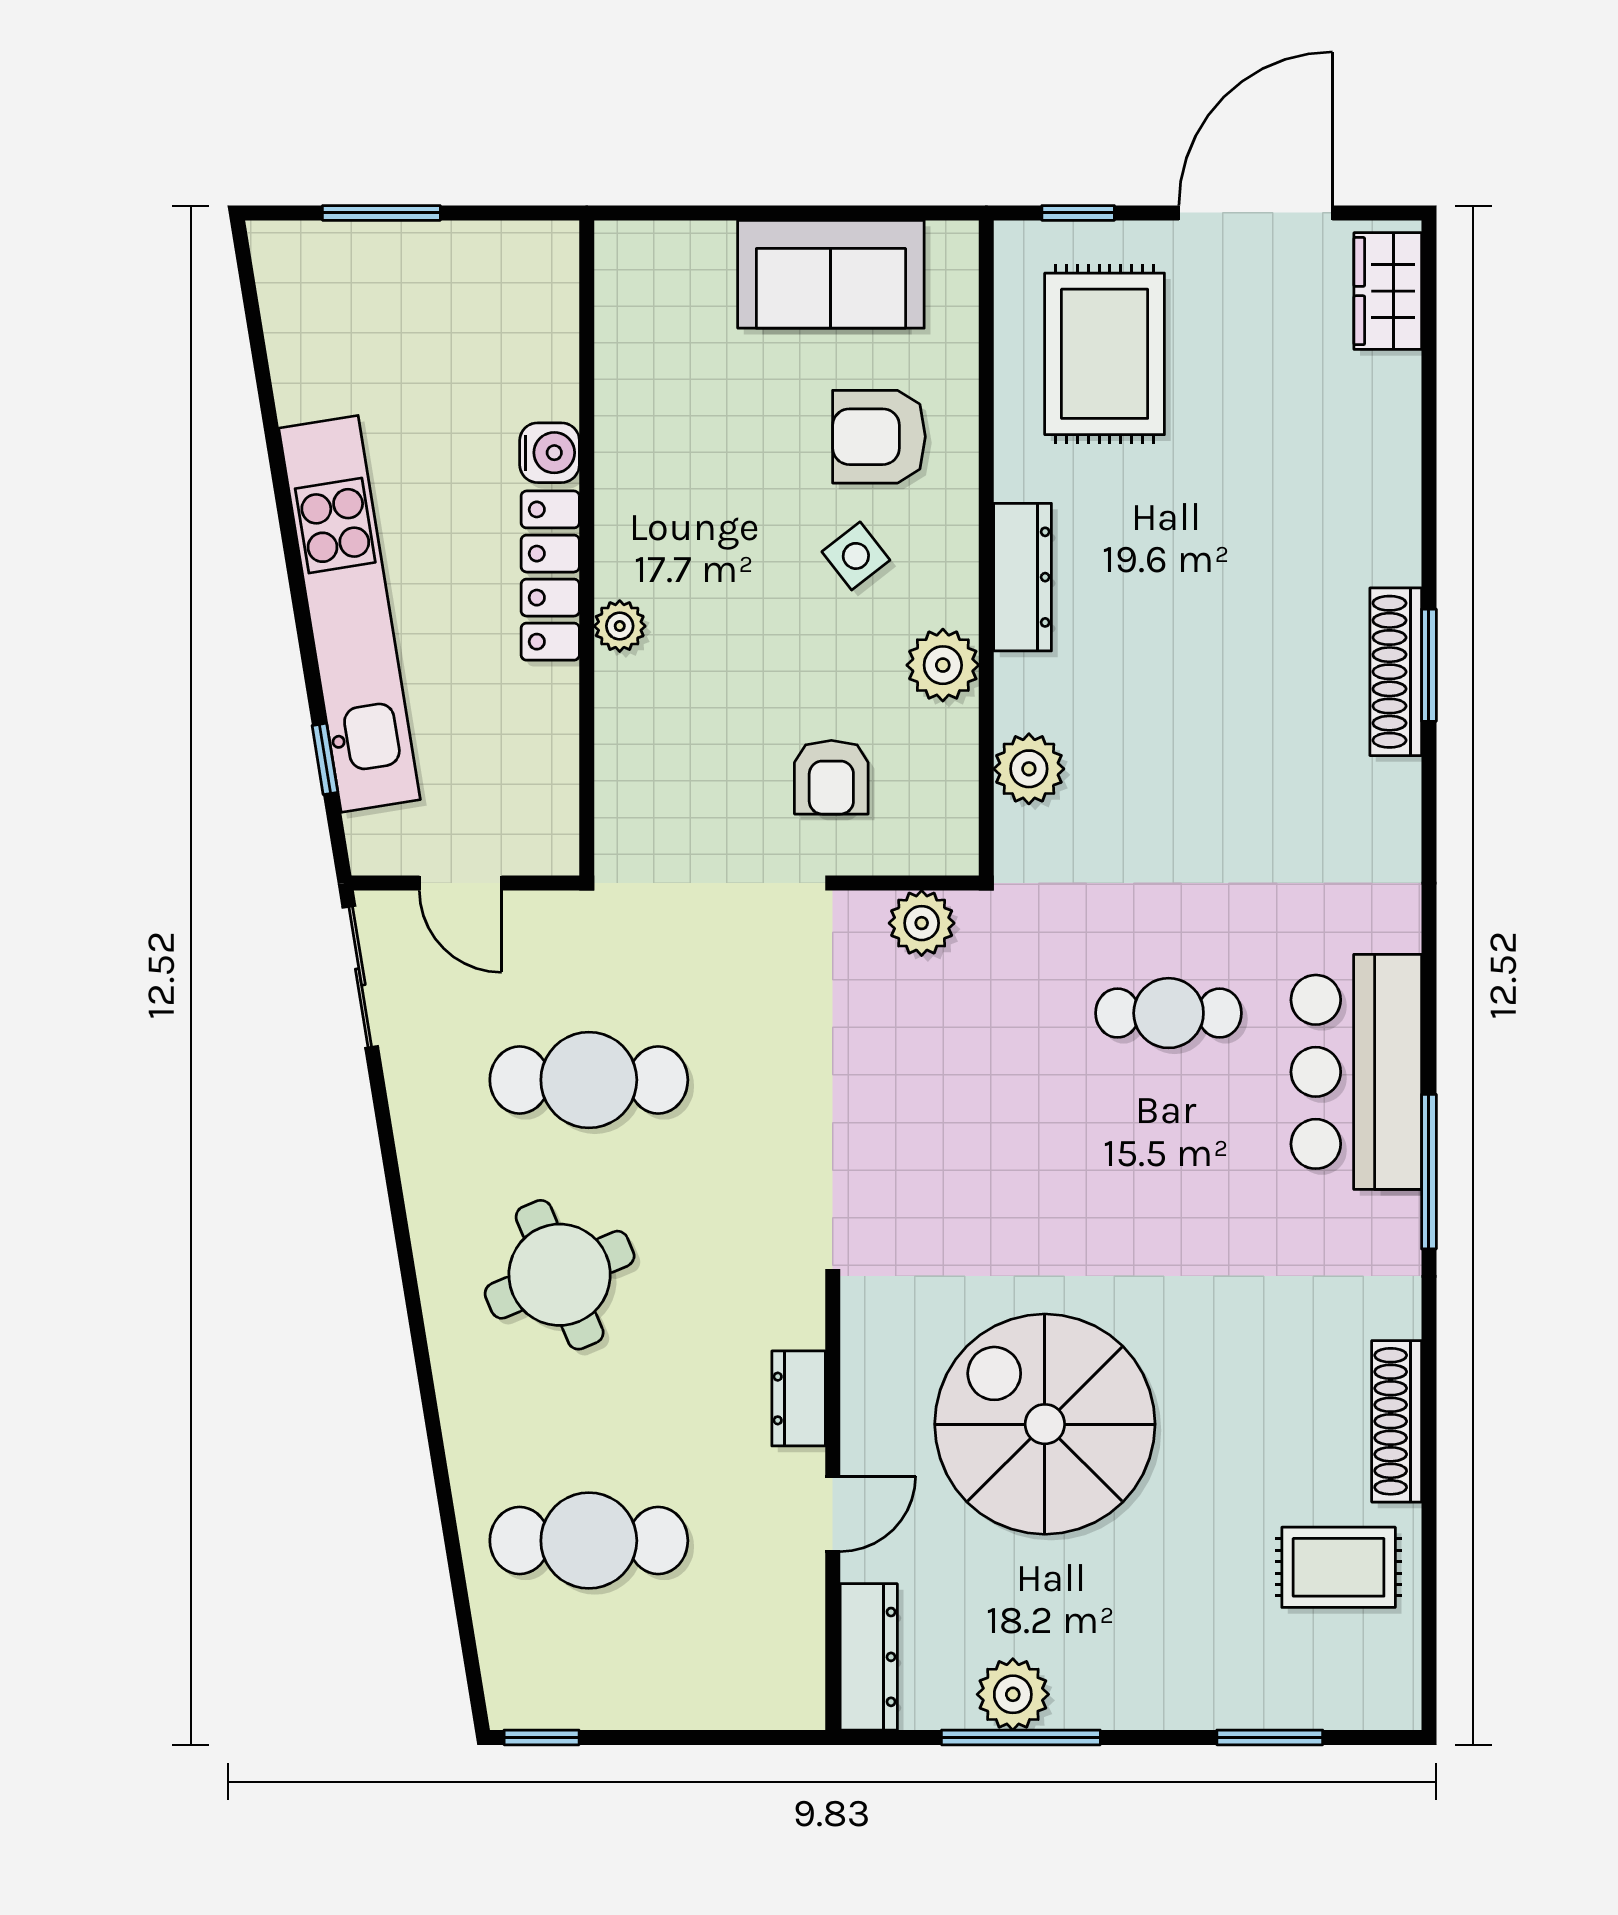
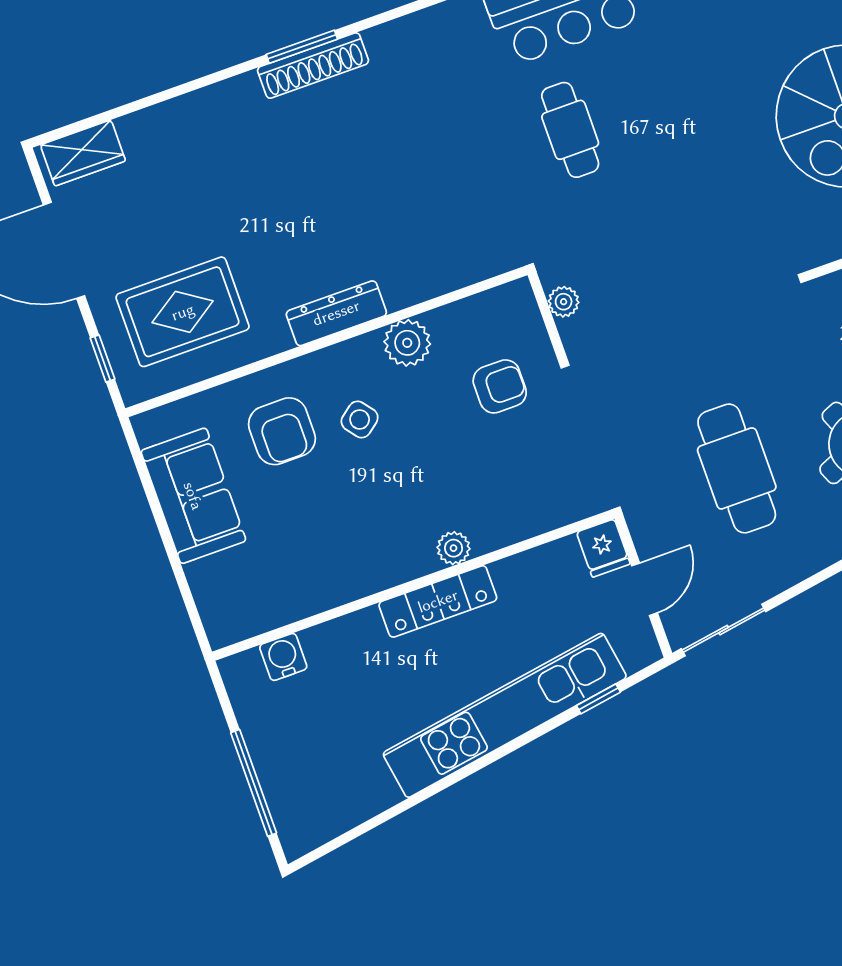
window: (381, 213) -> (254, 783), width x1.44
water cooler: (550, 453) -> (283, 657), moved
plant: (1029, 769) -> (452, 268), removed
fridge: (542, 844) -> (603, 548), added
plant: (922, 923) -> (564, 302), width x0.73, depth x0.73

